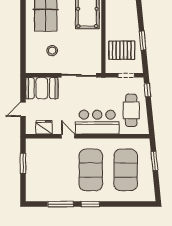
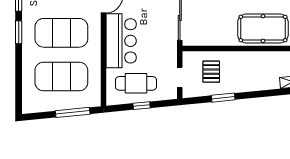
pallet: (122, 50) -> (211, 72), width x0.67, depth x0.71
window: (147, 90) -> (142, 106), moved
window: (154, 161) -> (73, 112), width x1.44

